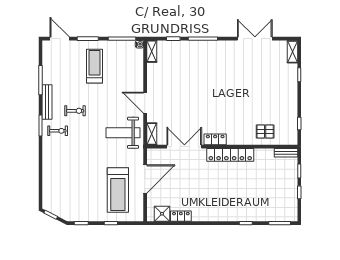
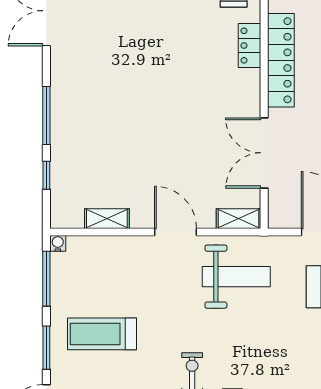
shelving: (152, 51) -> (107, 219), moved
door: (145, 103) -> (175, 232), swing flipped
weight bench: (123, 133) -> (236, 277), turned -90
locker: (215, 139) -> (250, 46), moved

